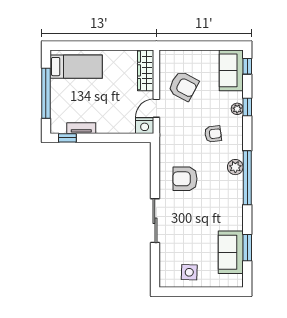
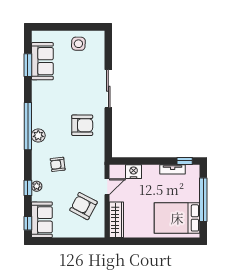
bed: (76, 67) -> (177, 218), width x1.50
nightstand: (145, 126) -> (134, 172), moved

